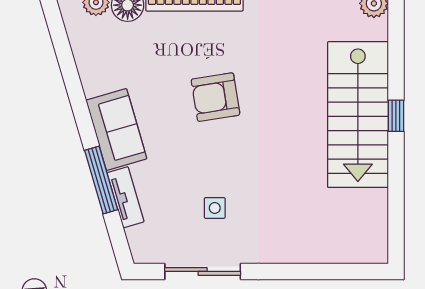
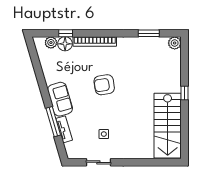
stairs: (358, 115) -> (168, 126), moved
sliding door: (203, 271) -> (98, 162), width x0.73

